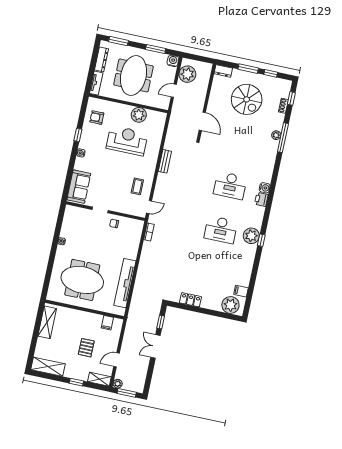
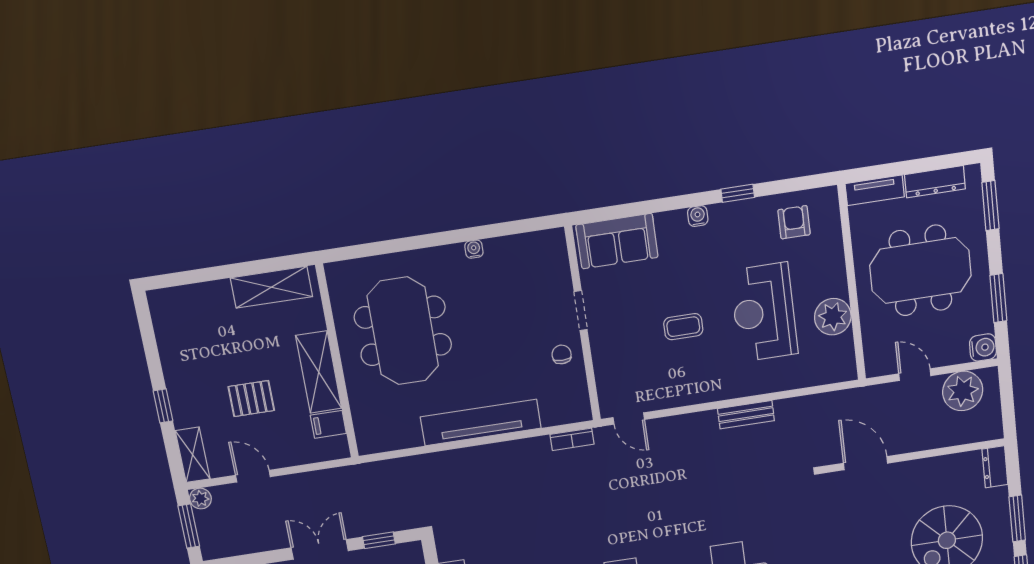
door: (202, 121) -> (866, 463), swing flipped
reception desk: (127, 141) -> (764, 312), turned 180
coffee table: (137, 186) -> (683, 327), moved
tv unit: (125, 283) -> (481, 423), moved
shelving: (48, 367) -> (319, 372), moved

